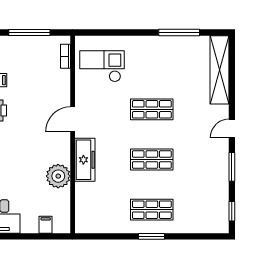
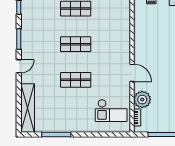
door: (73, 119) -> (132, 73), hinge flipped
freezer: (85, 160) -> (123, 44), removed
plant: (58, 176) -> (142, 100), moved

